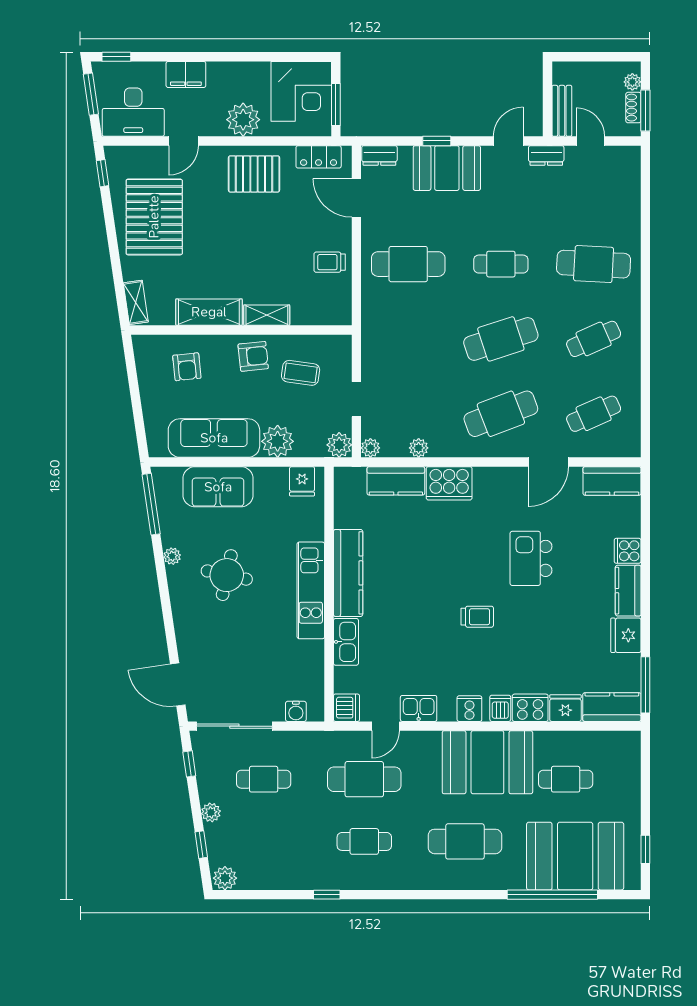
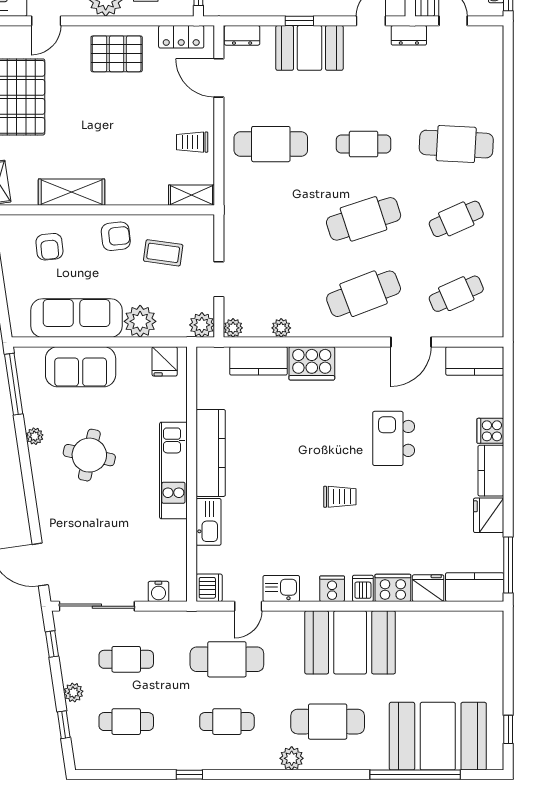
shelving: (267, 315) -> (192, 195), moved
cafe table: (566, 779) -> (126, 722), moved
plant: (225, 878) -> (292, 758), moved

